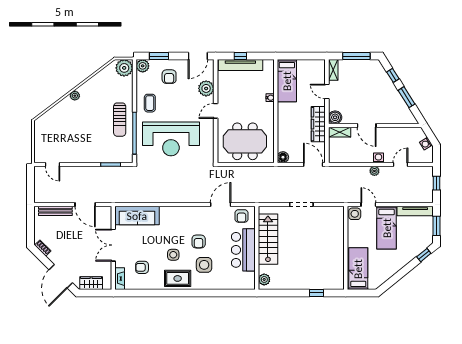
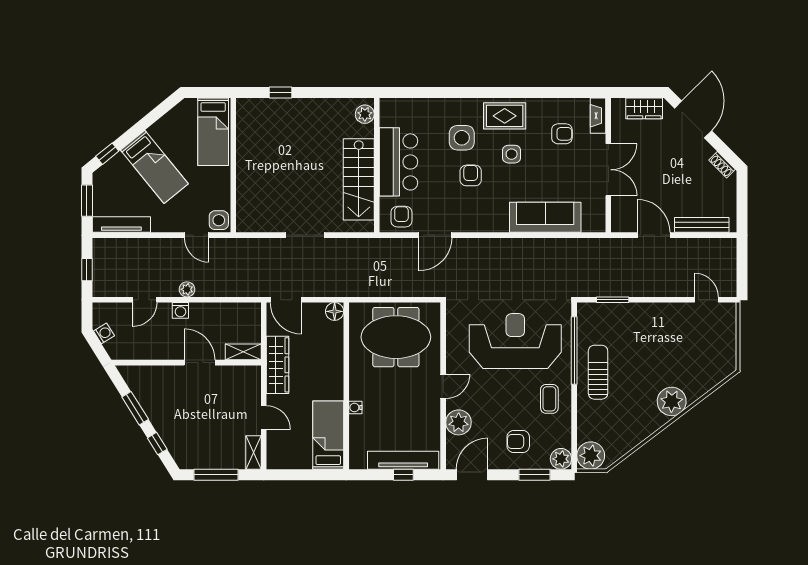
armchair: (169, 77) -> (518, 441), turned -90
plant: (75, 96) -> (672, 401), width x1.88, depth x1.88
boiler: (335, 117) -> (250, 376), removed
sofa: (137, 216) -> (545, 217), moved
bed: (387, 228) -> (154, 167), moved, turned 141

